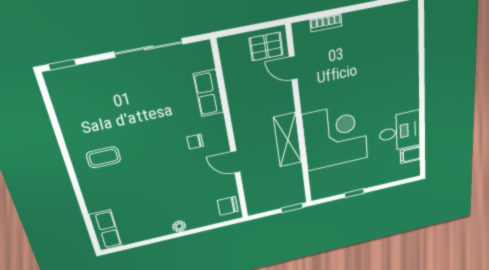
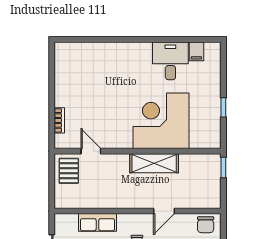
door: (293, 68) -> (91, 151), swing flipped

